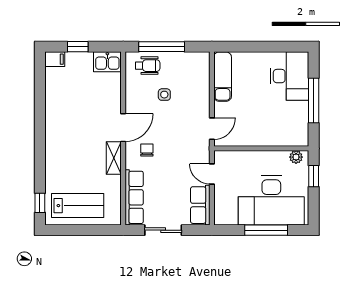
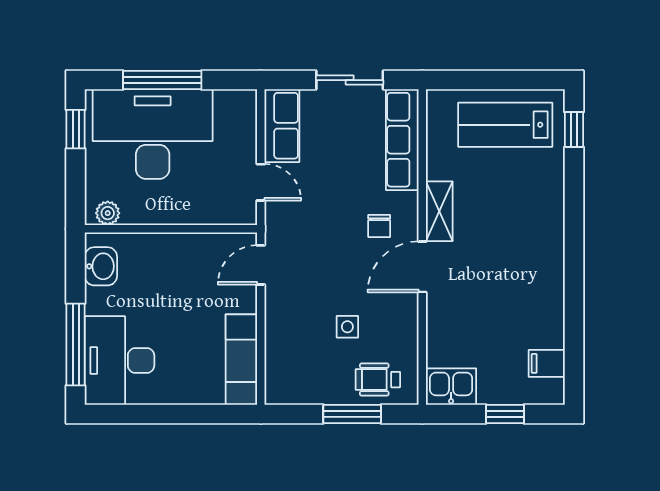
window: (162, 47) -> (352, 414), width x0.69
filing cabinet: (55, 59) -> (547, 363), moved
window: (314, 100) -> (76, 344), moved
washbasin: (300, 128) -> (101, 266), added
window: (314, 176) -> (76, 129), moved

